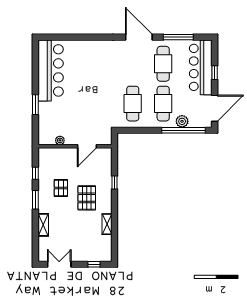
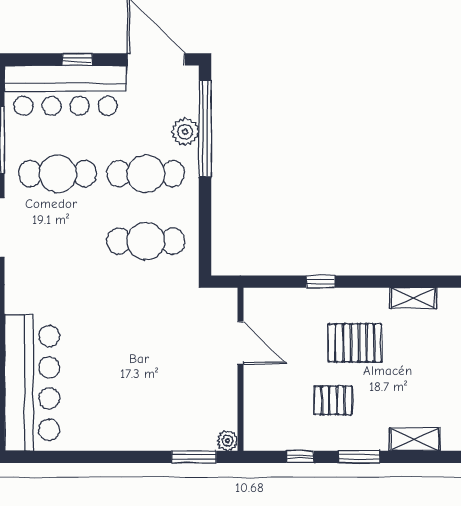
bar counter: (51, 70) -> (32, 383), moved, turned 90
window: (35, 105) -> (194, 457), moved
plant: (60, 140) -> (227, 441), moved

